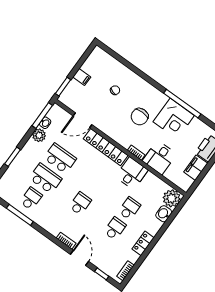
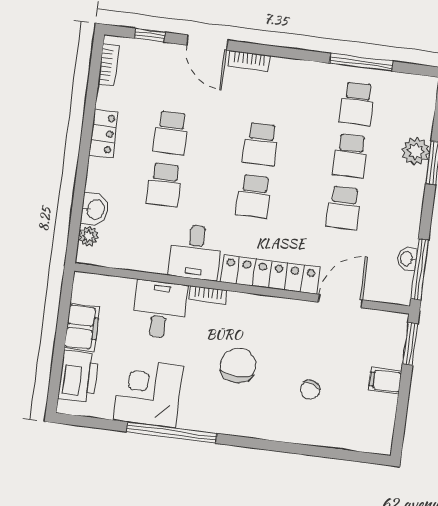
corner desk: (174, 119) -> (148, 393), moved
plant: (39, 135) -> (416, 151), moved
school desk: (60, 158) -> (344, 208), width x0.54
school desk: (46, 178) -> (350, 156), width x0.54
school desk: (95, 183) -> (254, 196), added
plant: (172, 198) -> (88, 236), width x0.53, depth x0.53

